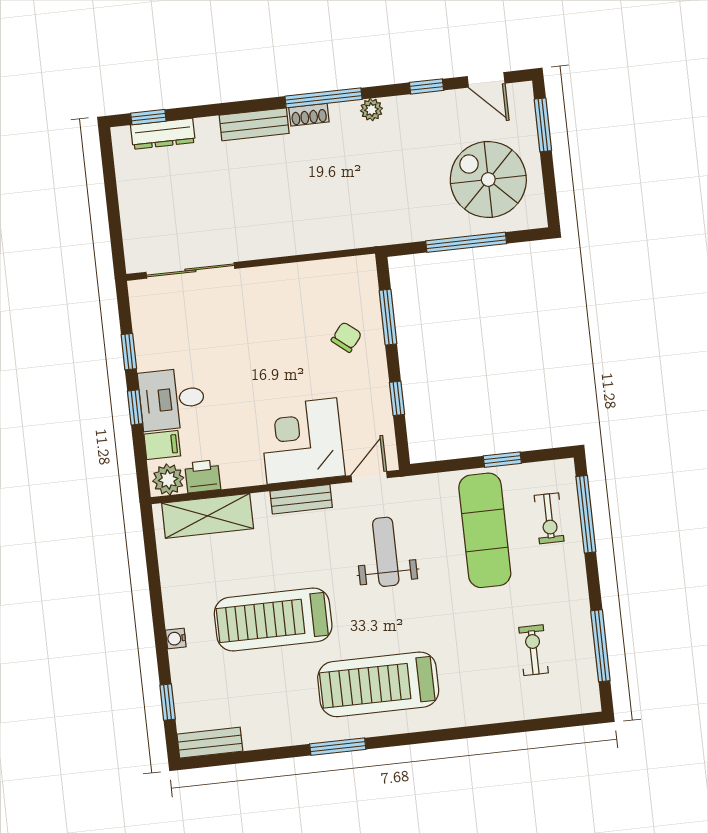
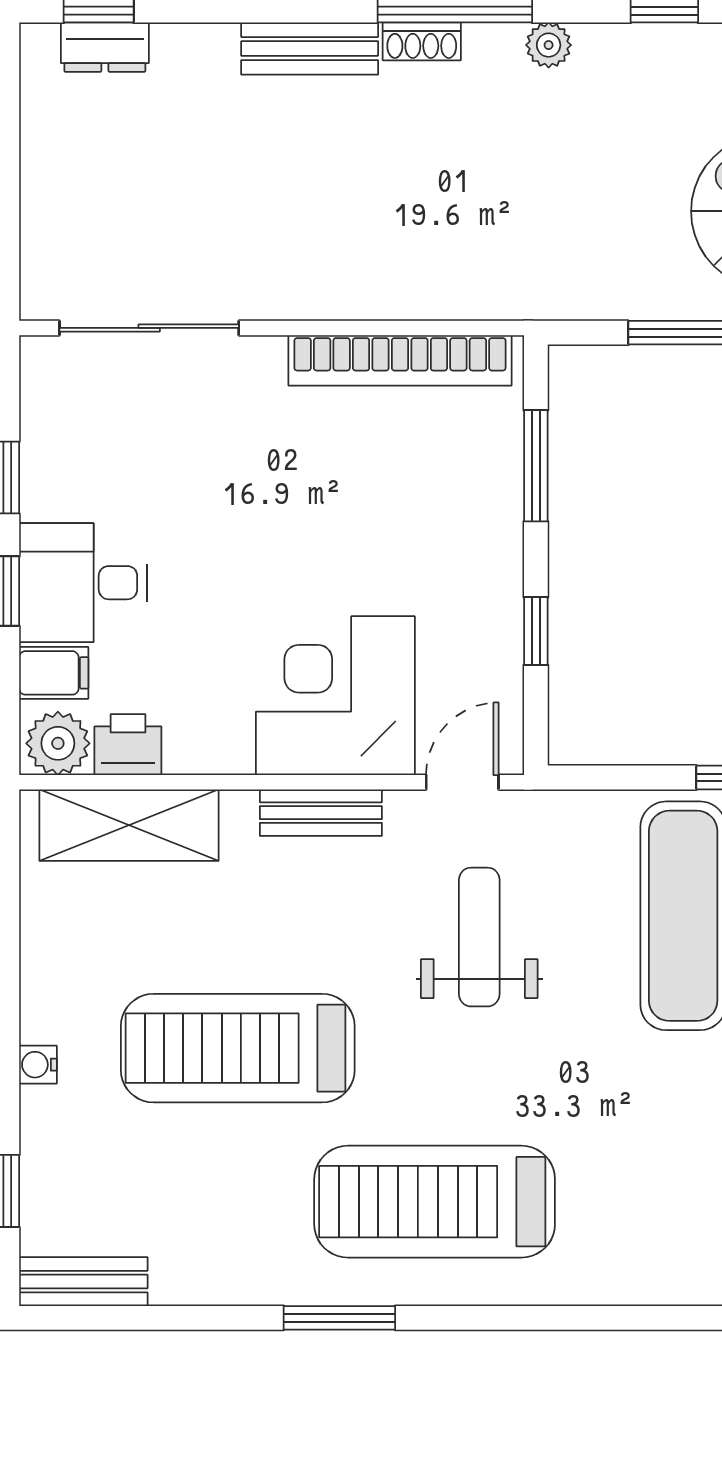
dresser: (163, 134) -> (105, 47), width x0.70
bookcase: (316, 273) -> (400, 360), added
chair: (346, 337) -> (448, 497), removed

